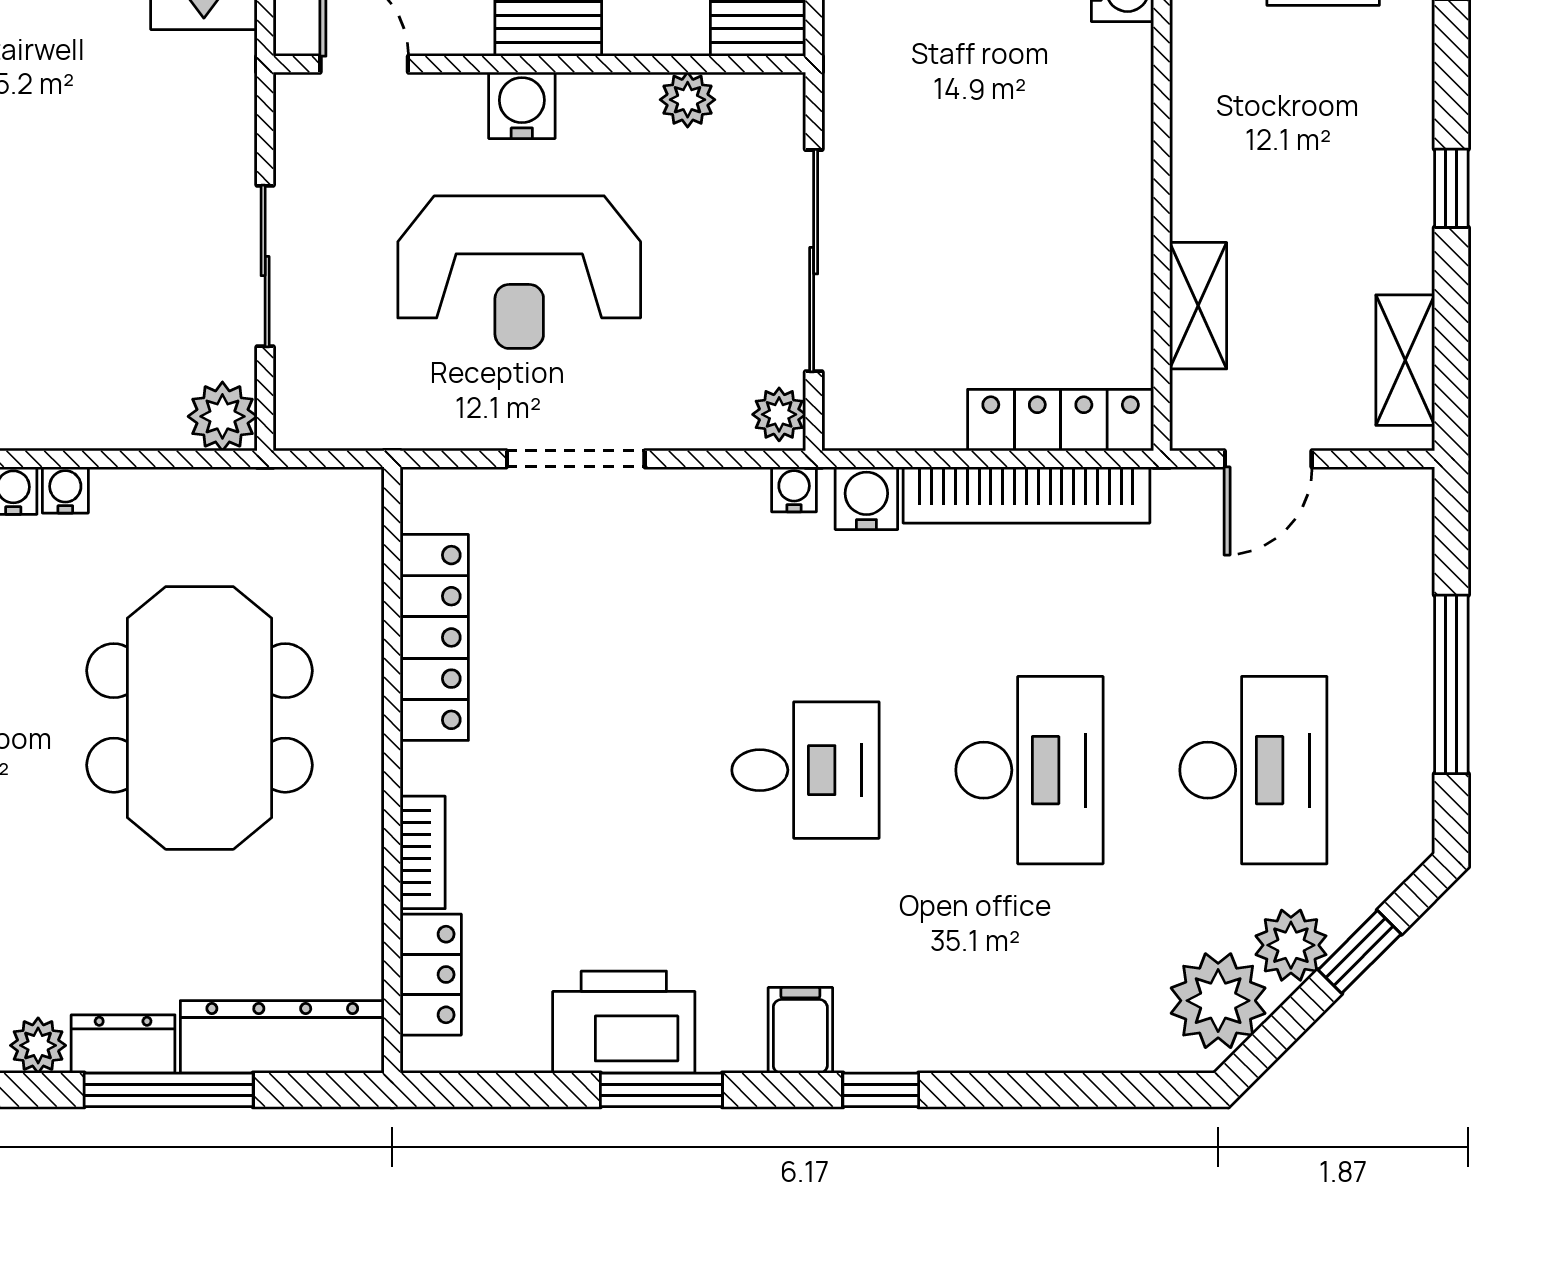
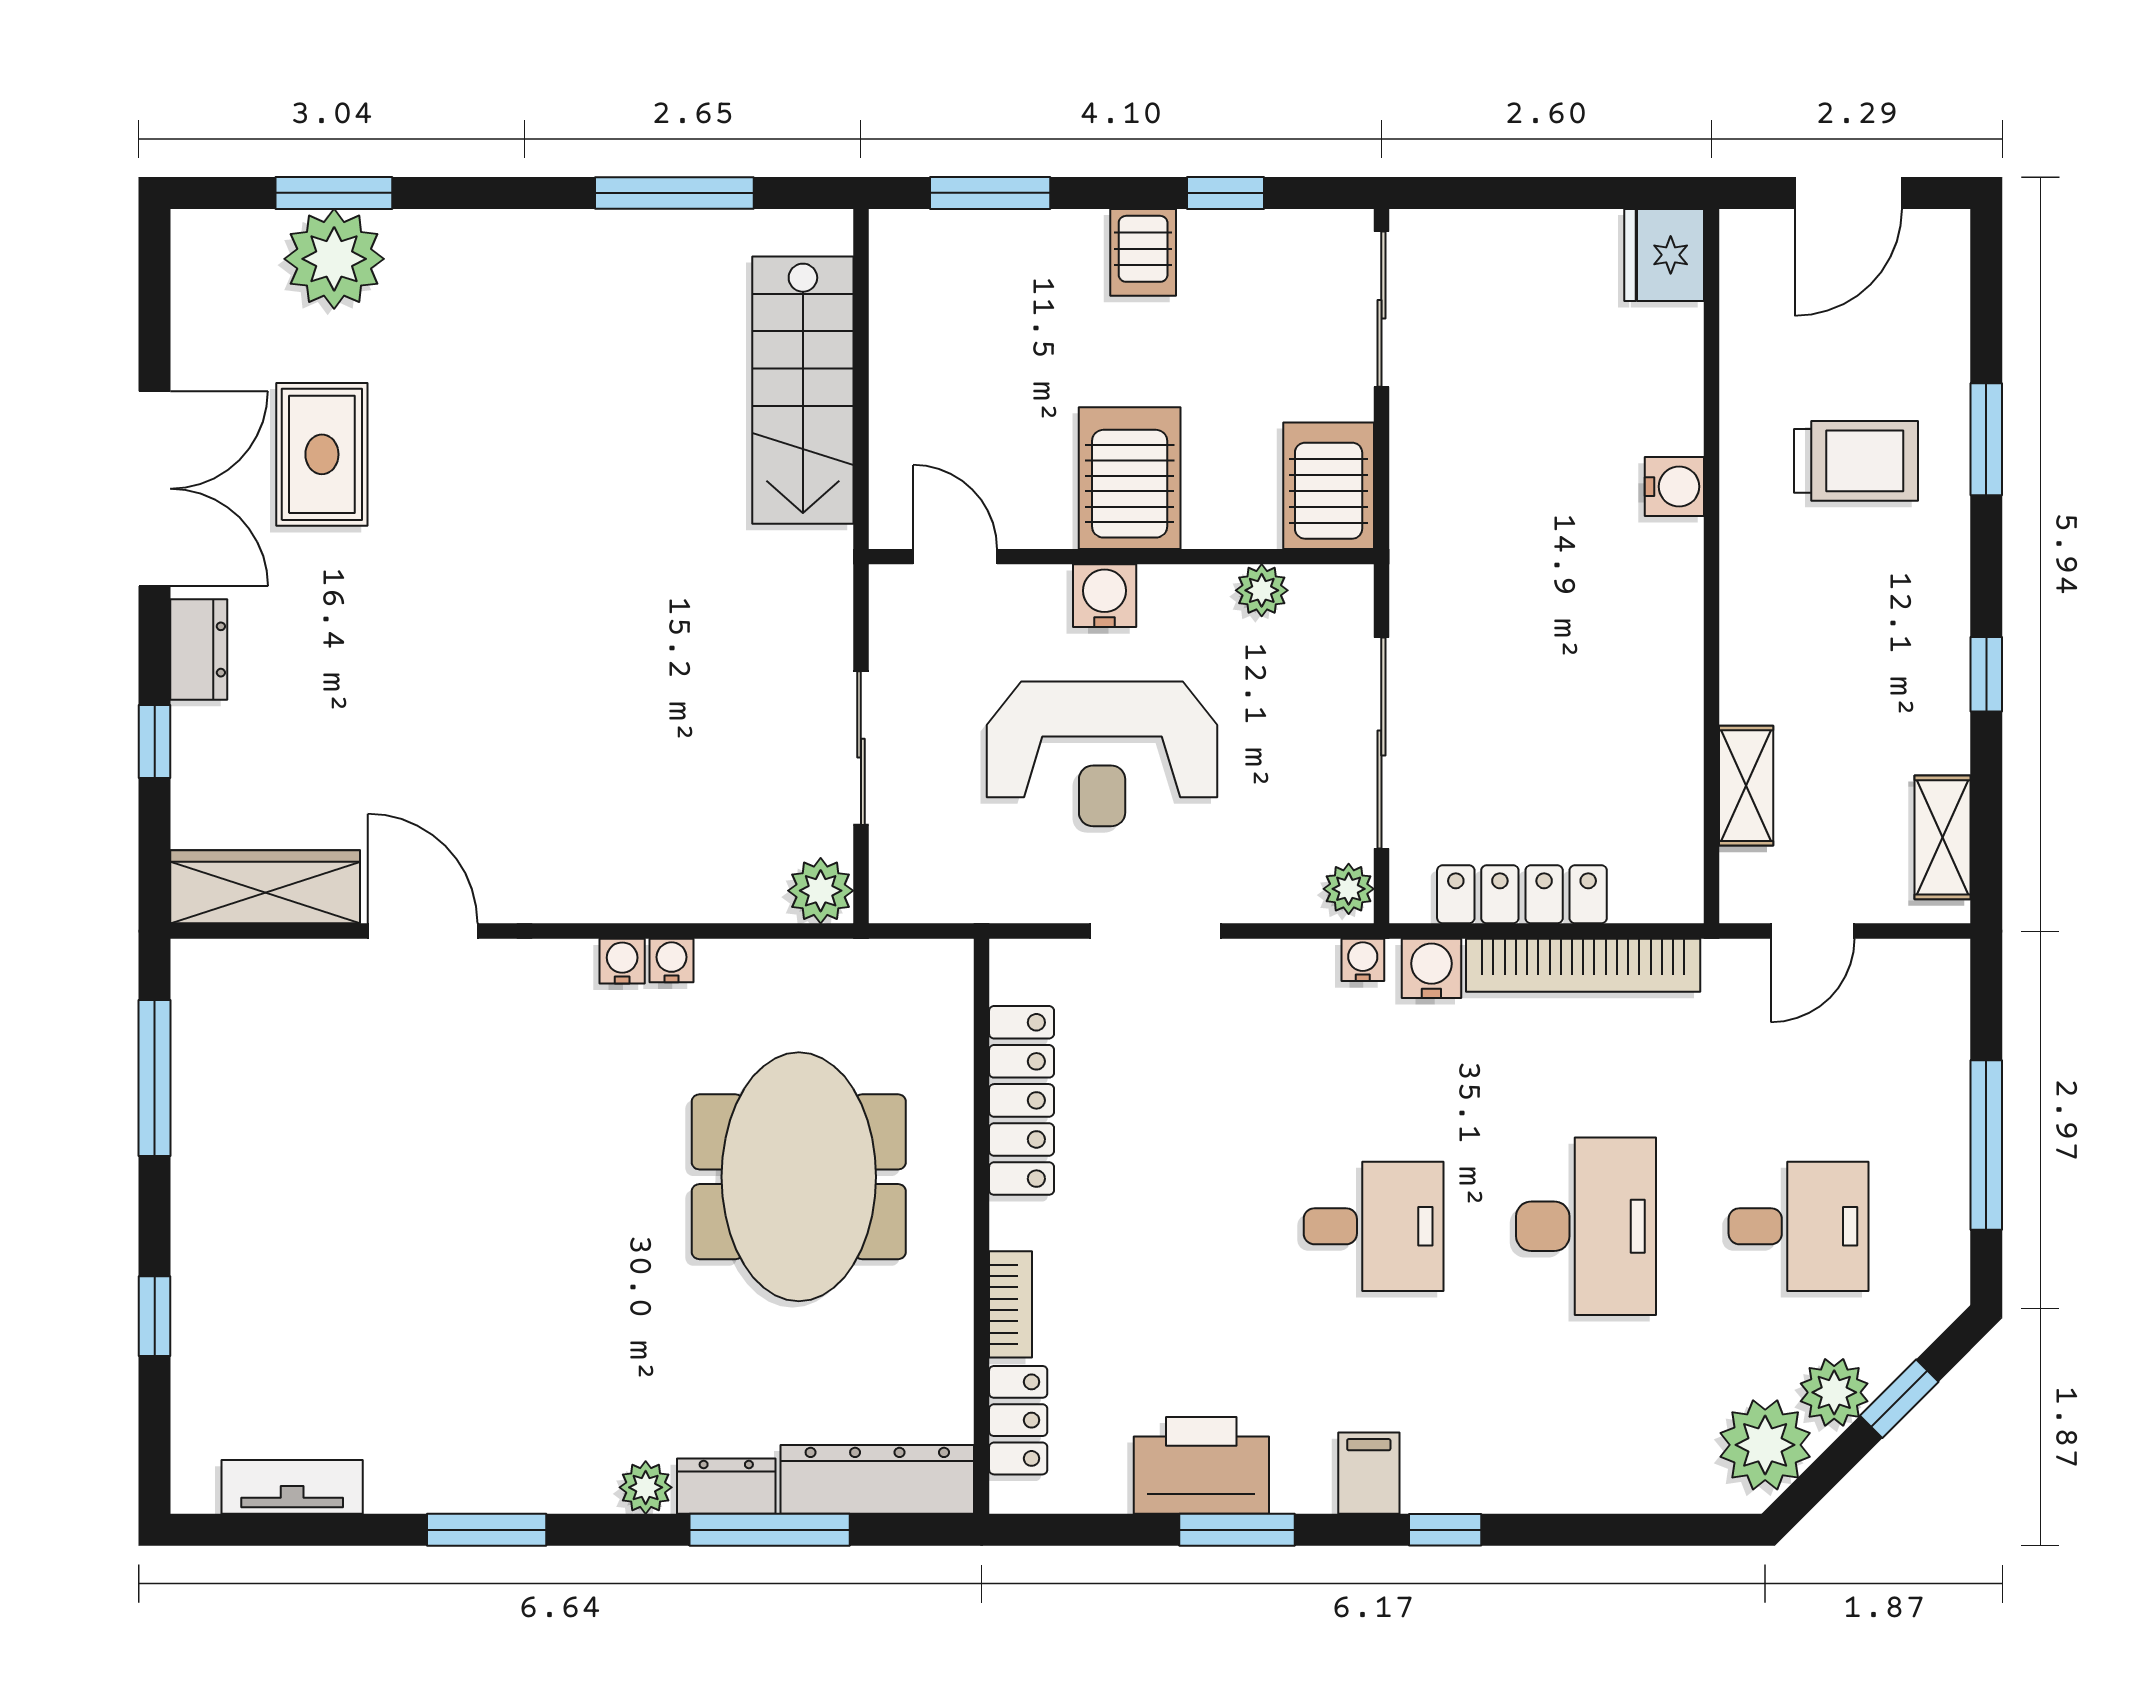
locker: (1061, 420) -> (1522, 894), moved
desk: (1253, 770) -> (1799, 1226), width x0.73

